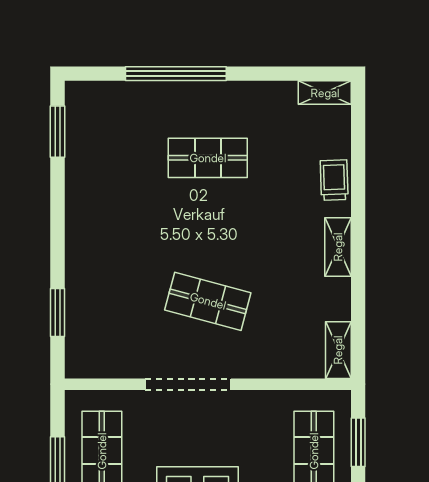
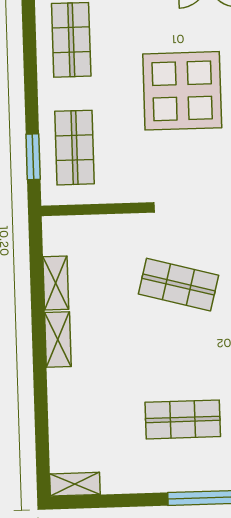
trolley: (334, 180) -> (63, 402), removed
shelving: (338, 350) -> (56, 283), moved

